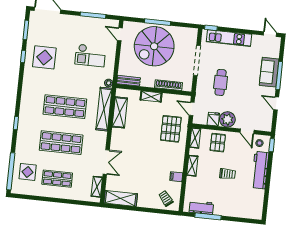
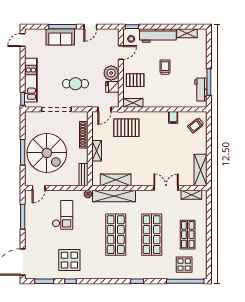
shelving: (192, 166) -> (187, 33), moved

